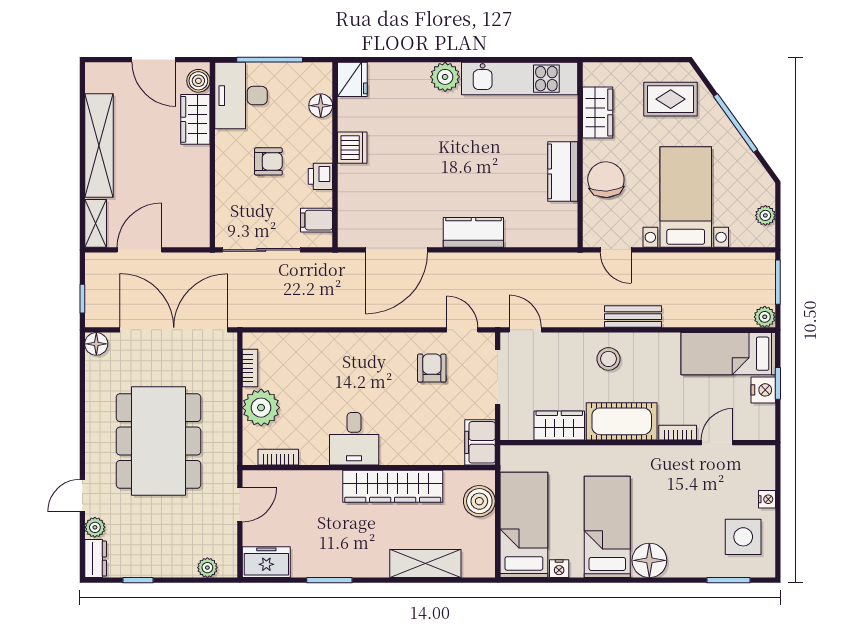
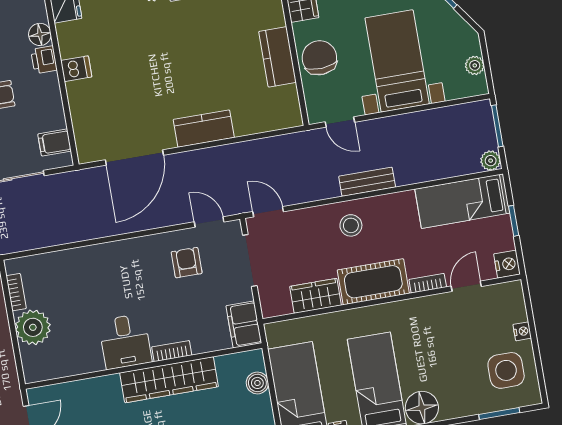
dishwasher: (352, 148) -> (76, 69), width x0.73
printer: (320, 176) -> (44, 60), moved
nightstand: (763, 390) -> (507, 264), moved
bookcase: (278, 457) -> (172, 351), moved
boiler: (479, 501) -> (257, 383), width x0.73, depth x0.73

